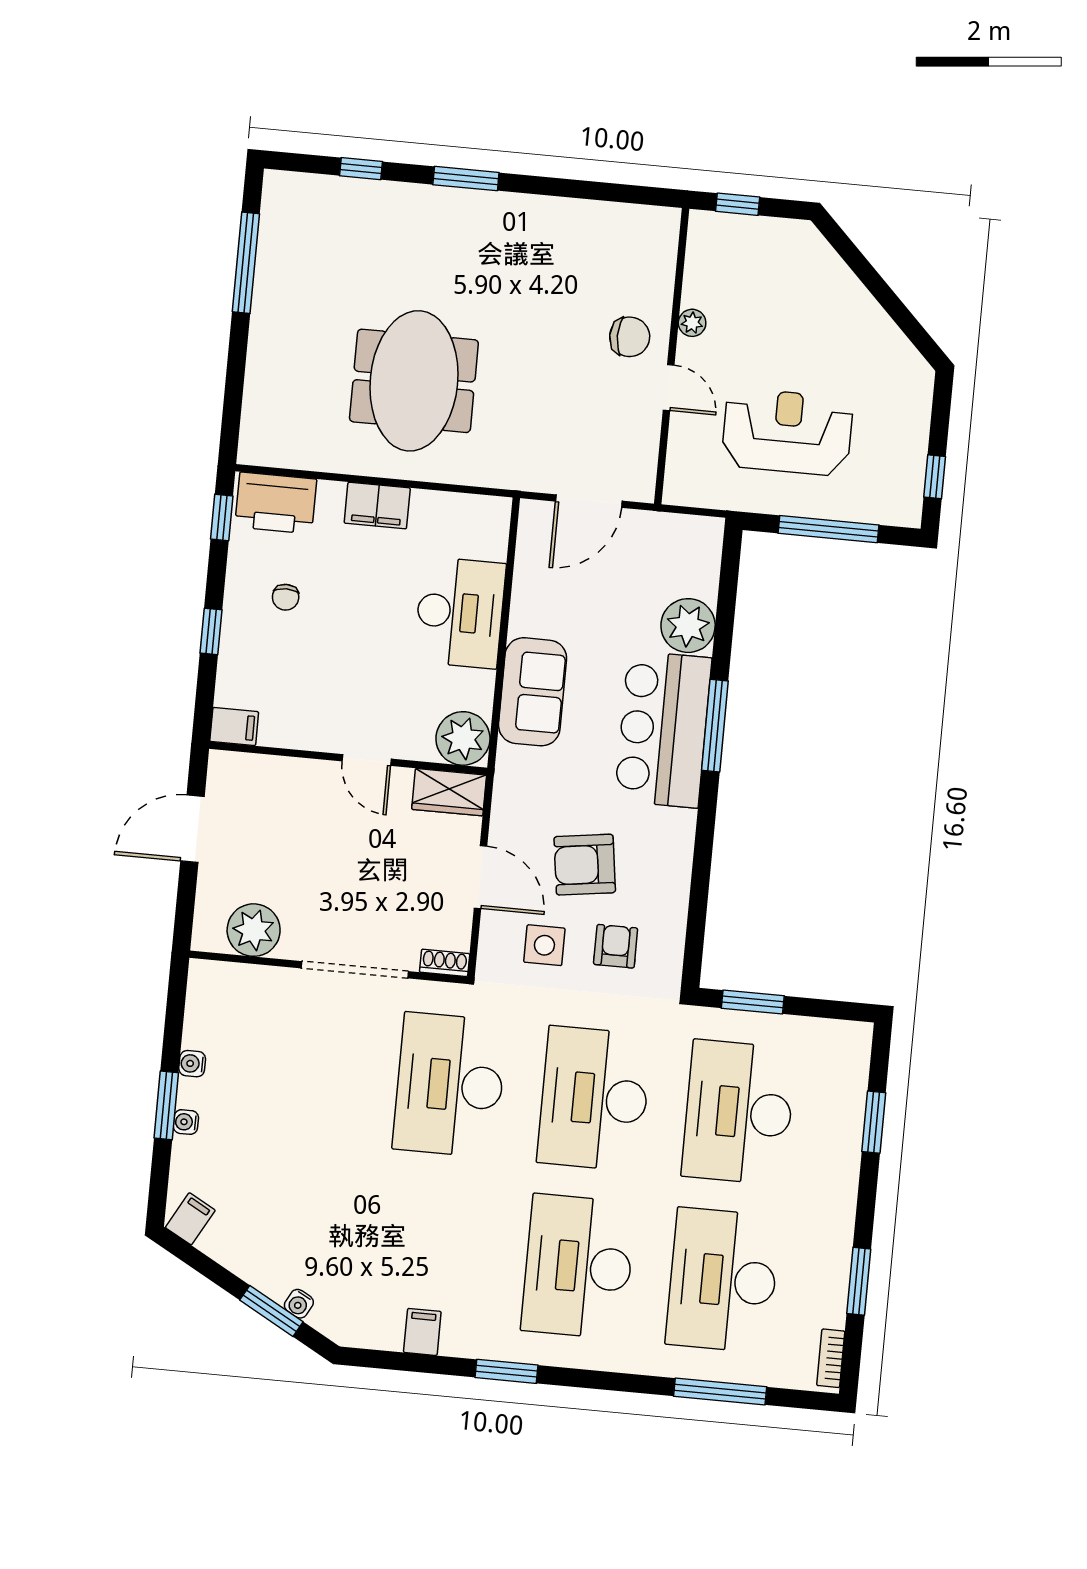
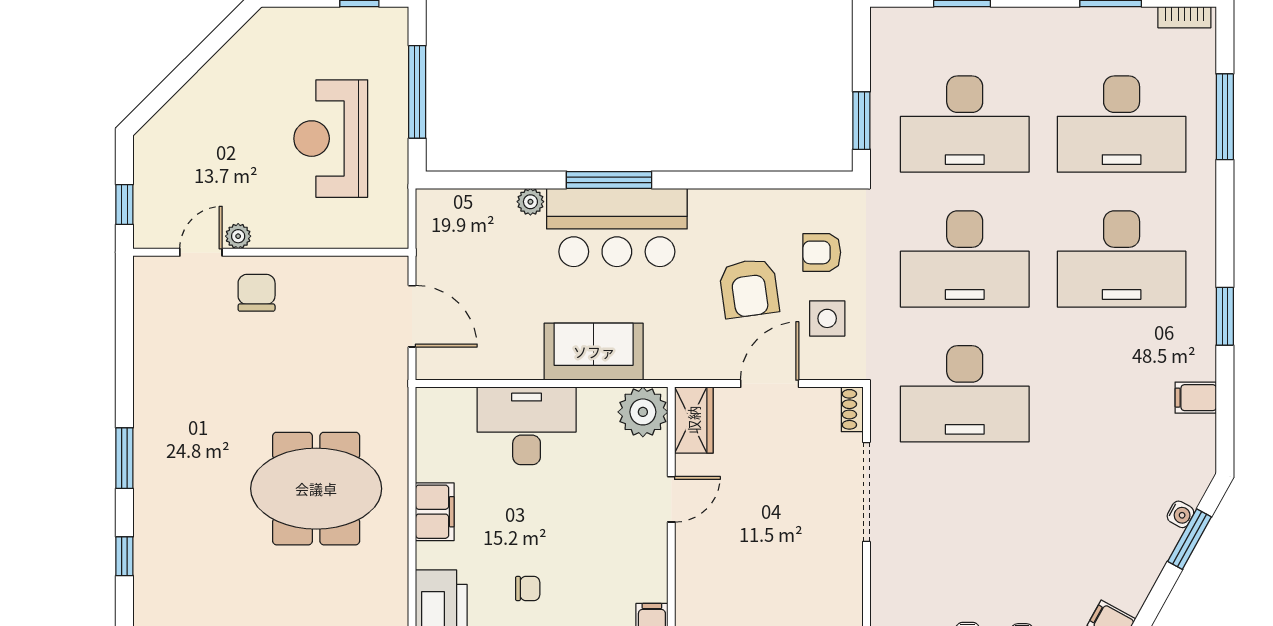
door: (669, 388) -> (201, 252), moved
plant: (688, 626) -> (530, 202), width x0.53, depth x0.53
plant: (254, 930) -> (839, 589), removed

